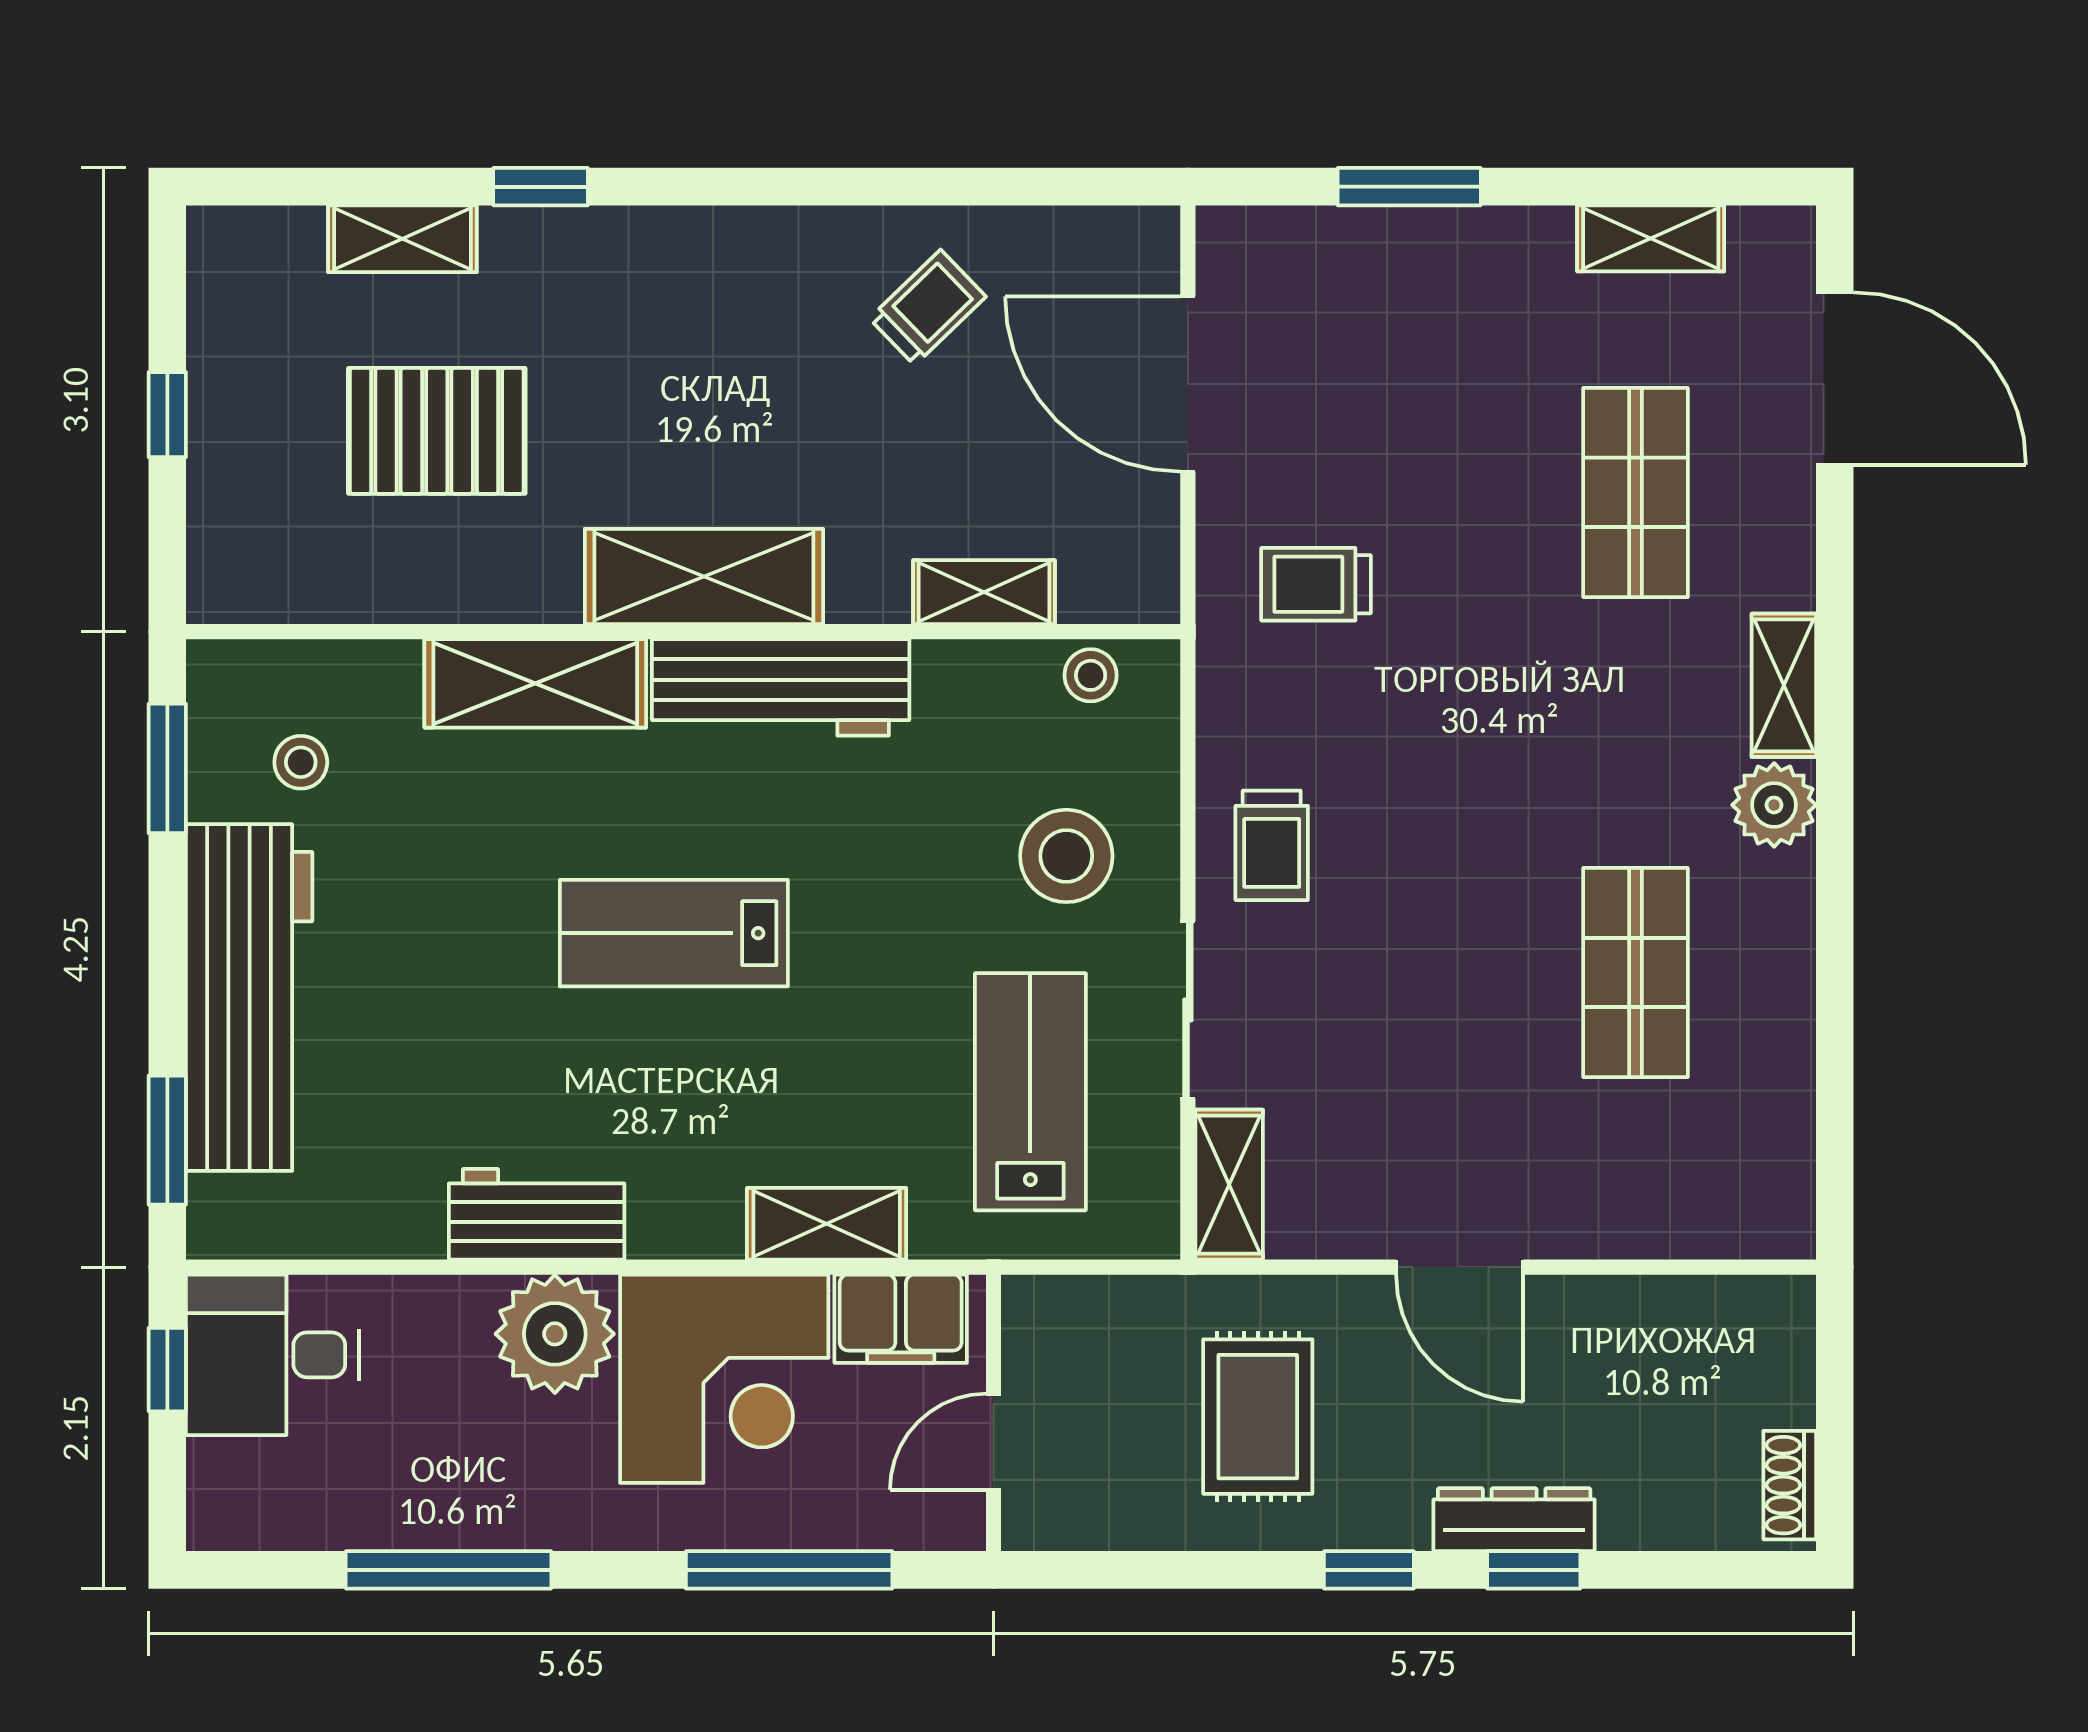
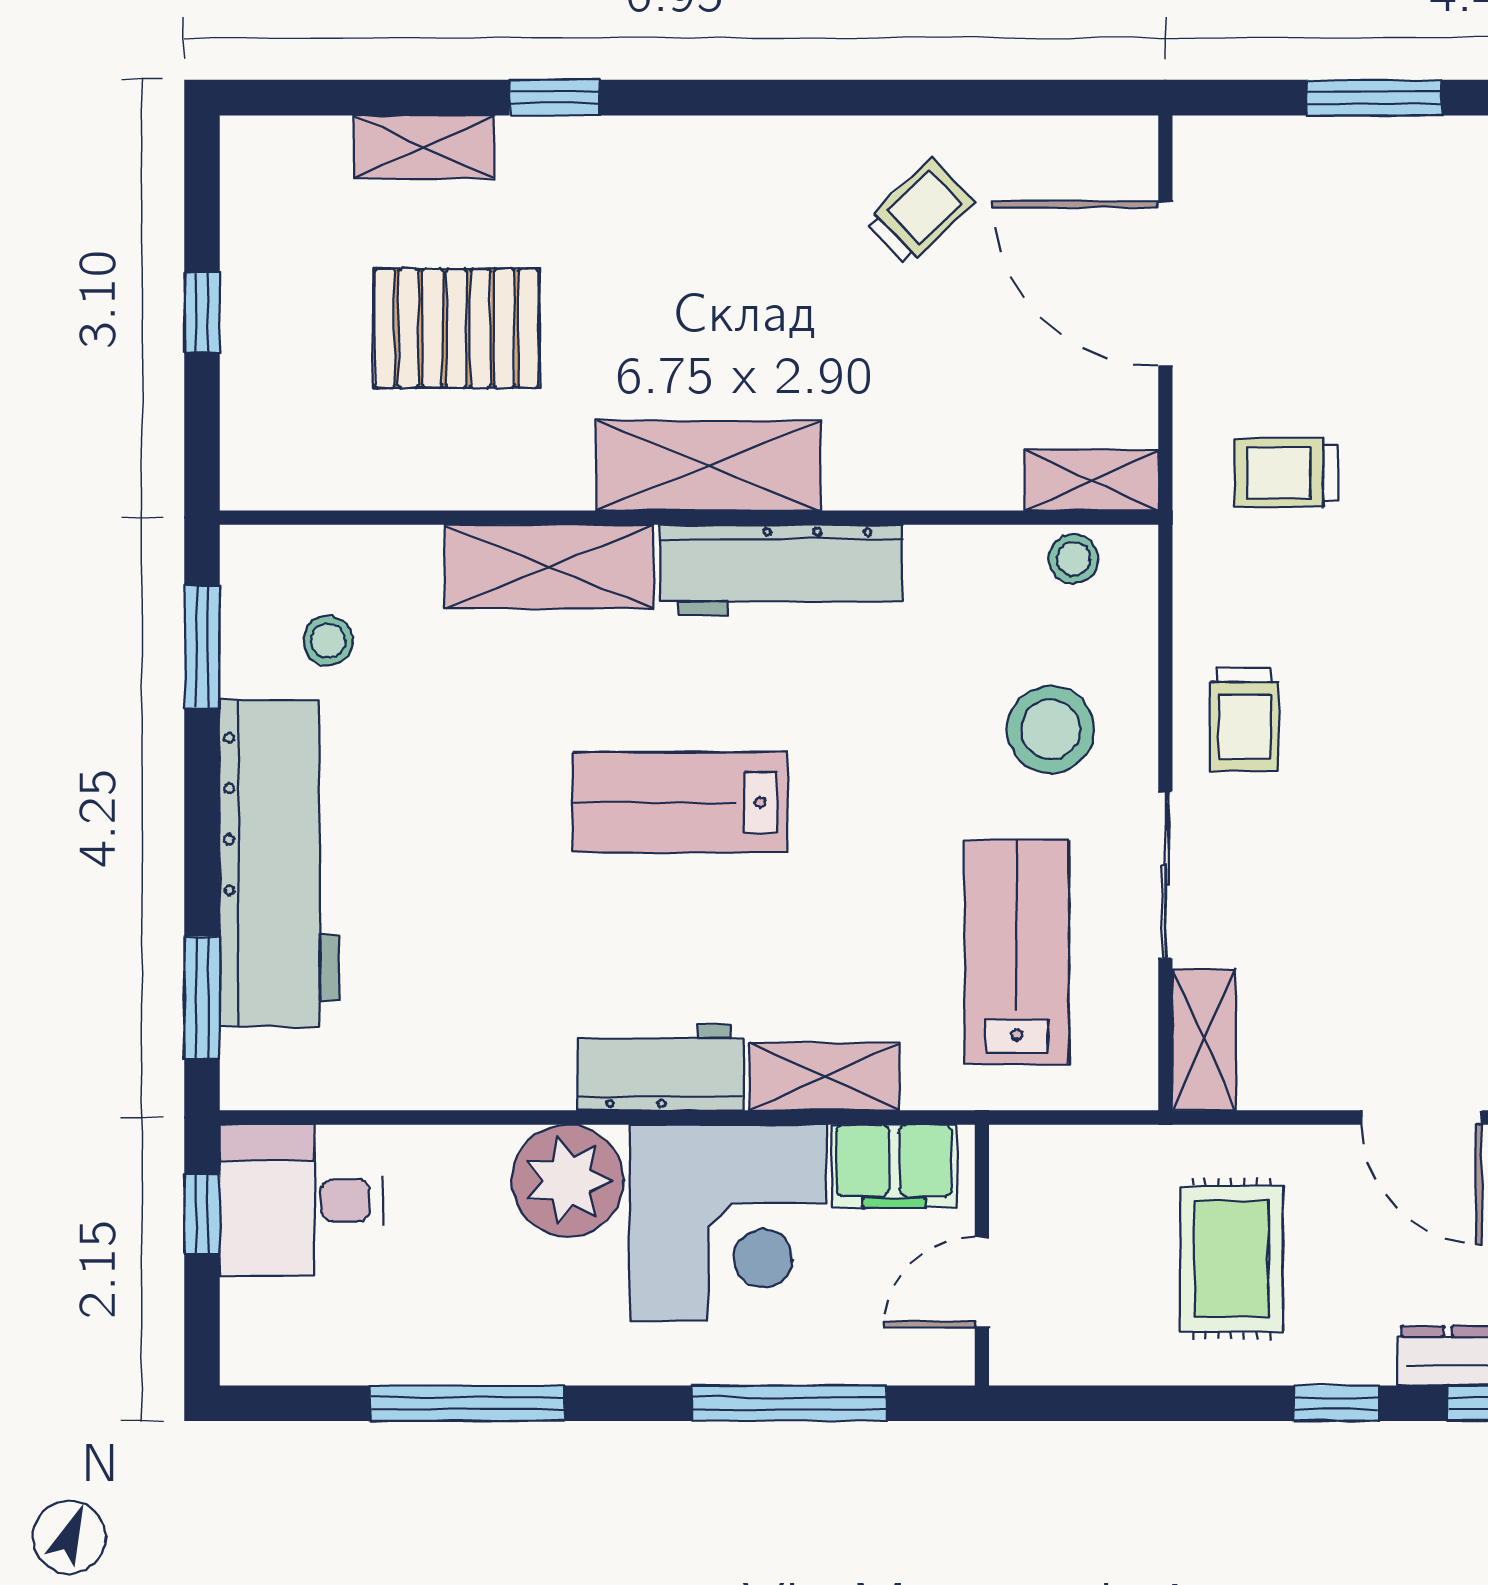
shelving: (984, 592) -> (1091, 480), moved
workbench: (537, 1214) -> (661, 1068), moved

